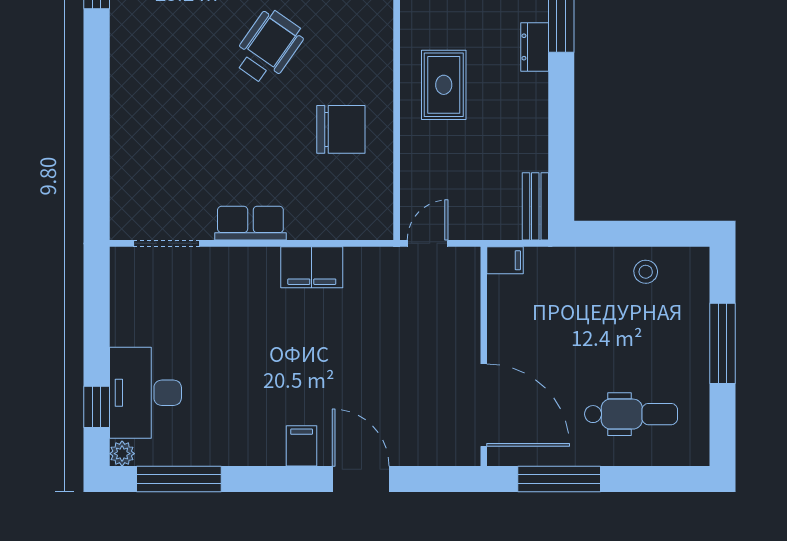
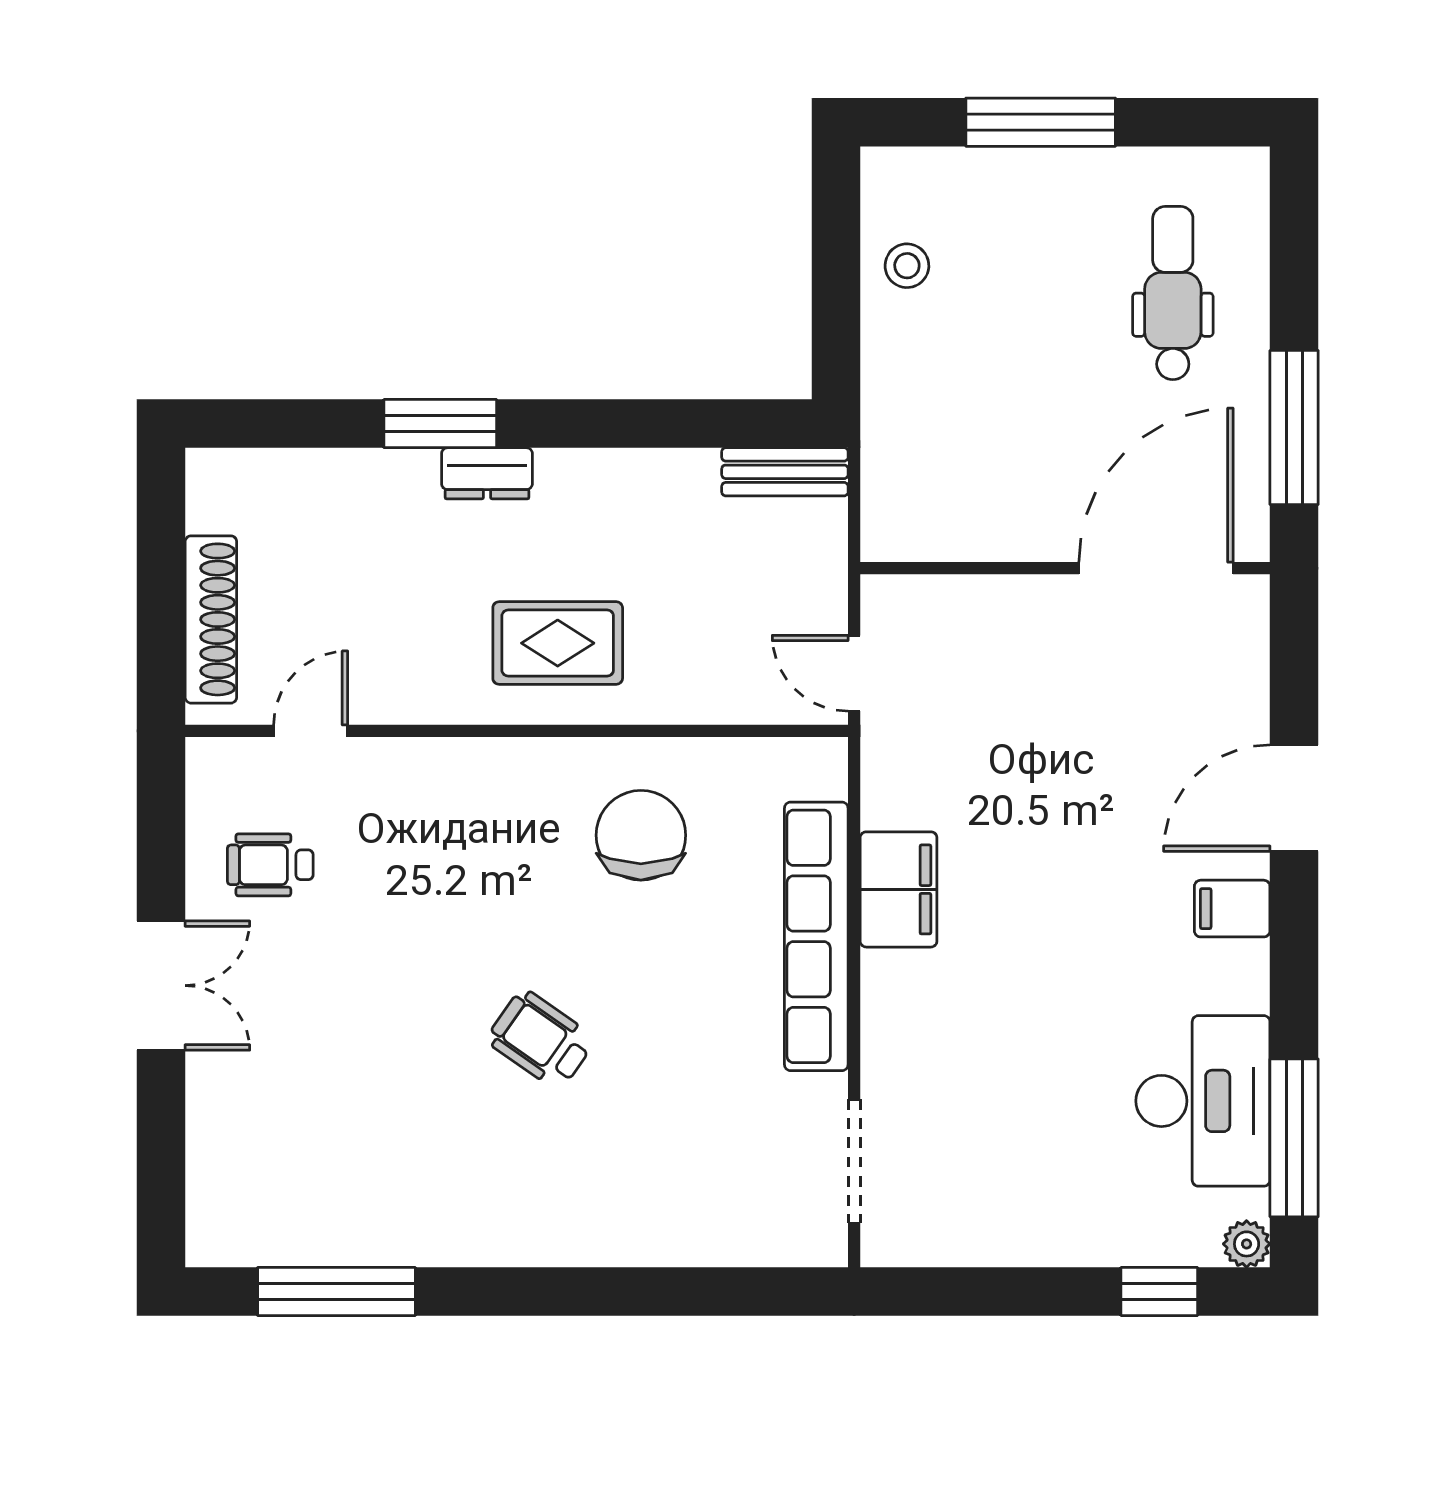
wheelchair: (268, 47) -> (541, 1040), moved, width x0.73, depth x0.73
row of seats: (250, 223) -> (816, 936), width x2.02
filing cabinet: (505, 260) -> (886, 528), removed
desk: (145, 393) -> (1203, 1101), moved, turned -90

